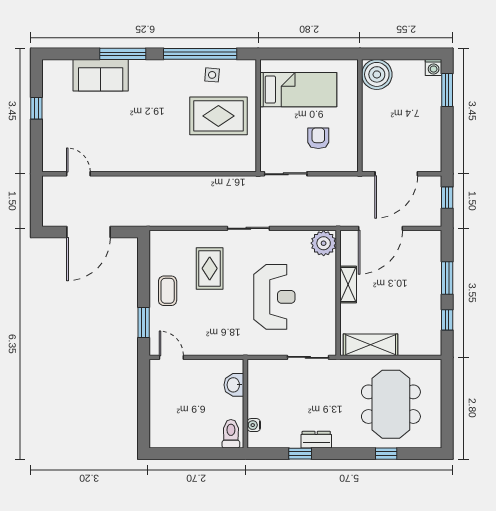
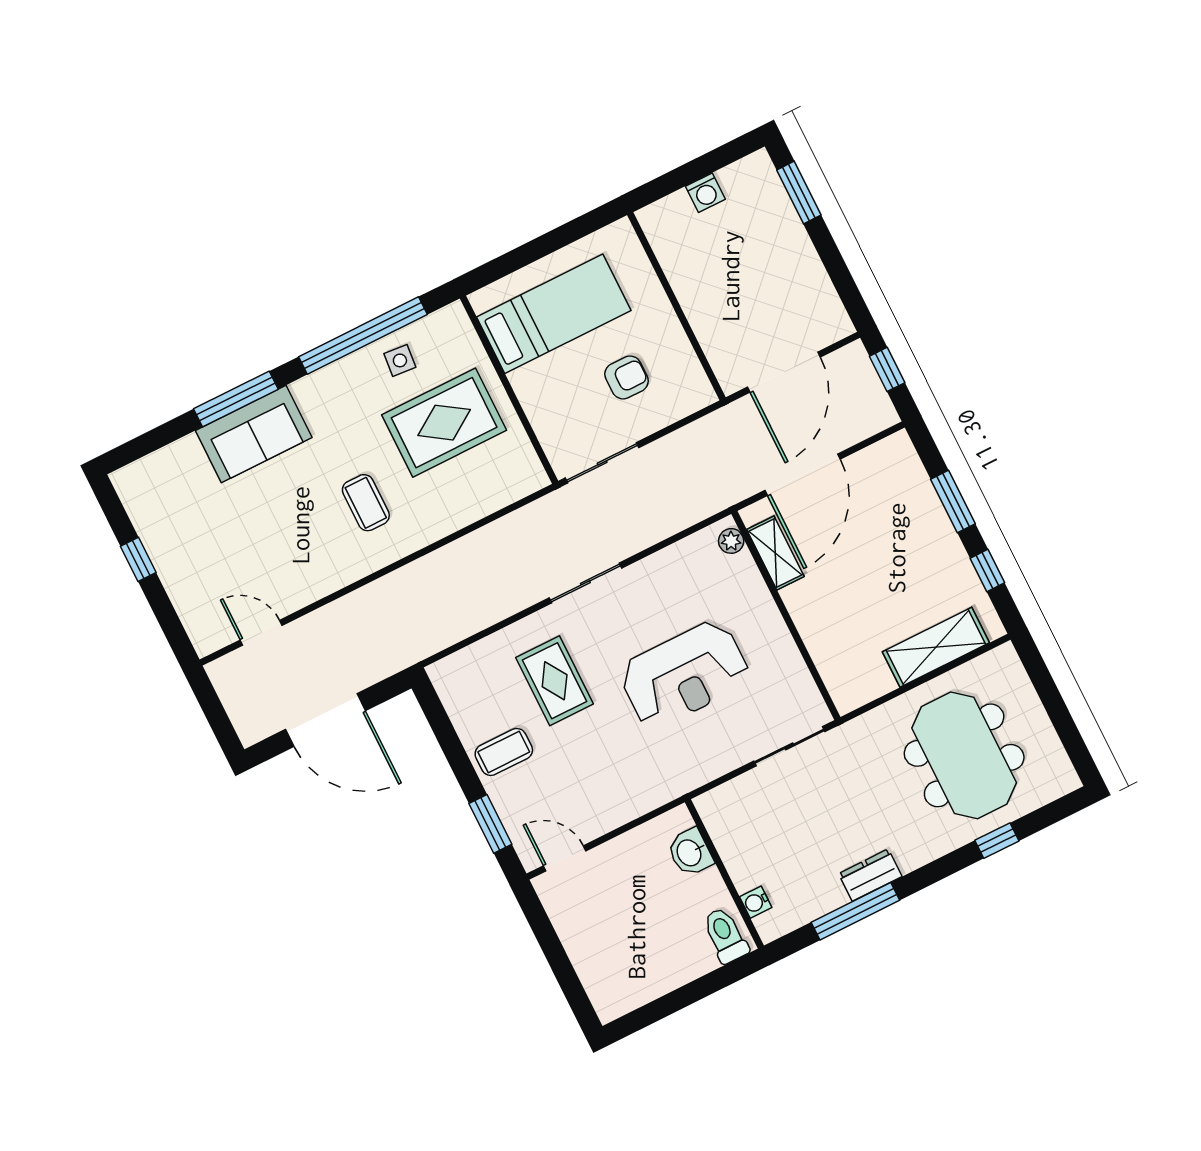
washing machine: (434, 67) -> (705, 193), moved
boiler: (377, 74) -> (671, 225), removed
sofa: (101, 75) -> (254, 434), moved
coffee table: (161, 136) -> (366, 503), added
armchair: (318, 138) -> (627, 377), turned 90
door: (88, 232) -> (325, 720), hinge flipped
plant: (324, 243) -> (731, 541), width x0.53, depth x0.53
shelving: (348, 284) -> (775, 553), moved
coffee table: (168, 291) -> (504, 752), turned 90
reception desk: (274, 297) -> (684, 674), turned 90
shelving: (371, 345) -> (936, 647), moved
window: (300, 454) -> (855, 911), width x2.17

